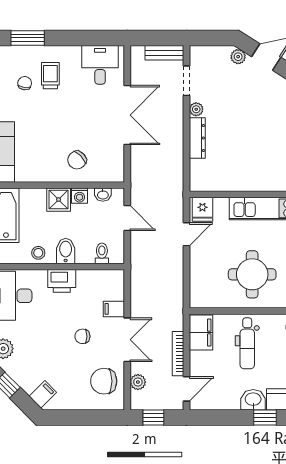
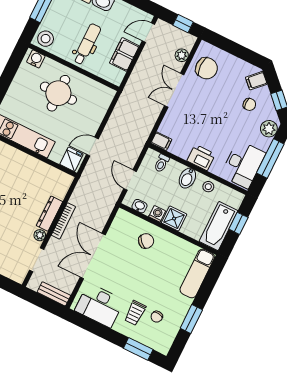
bench: (164, 53) -> (54, 294), moved
desk: (100, 65) -> (99, 305), width x1.37
filing cabinet: (114, 309) -> (161, 141), moved
filing cabinet: (201, 333) -> (124, 54), moved
chair: (82, 336) -> (249, 104), moved
bookcase: (178, 354) -> (63, 221), moved

